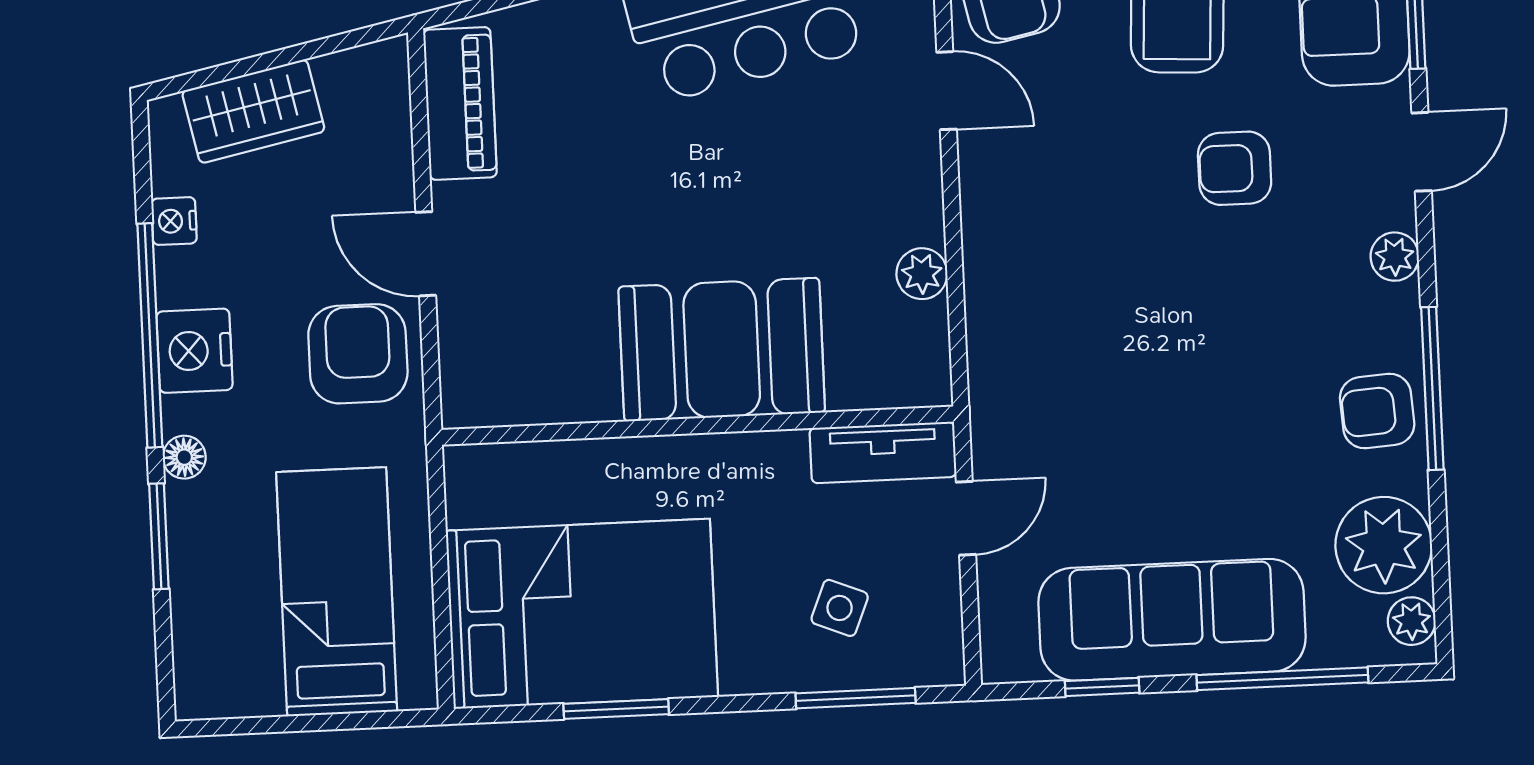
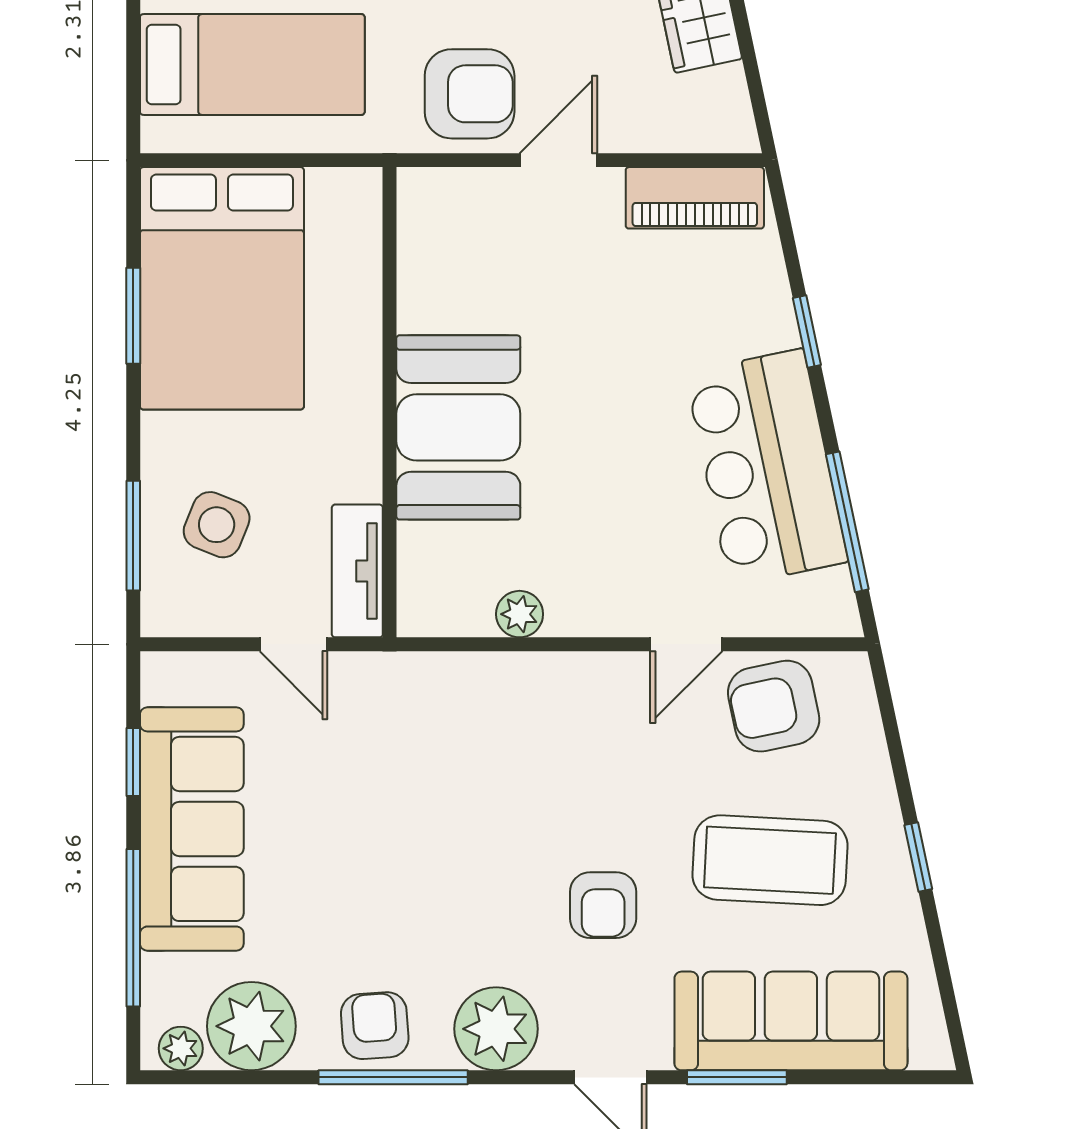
armchair: (1235, 168) -> (603, 905), turned 180
plant: (1395, 257) -> (496, 1029), width x1.87, depth x1.87
side table: (840, 608) -> (217, 525), width x1.37, depth x1.37

